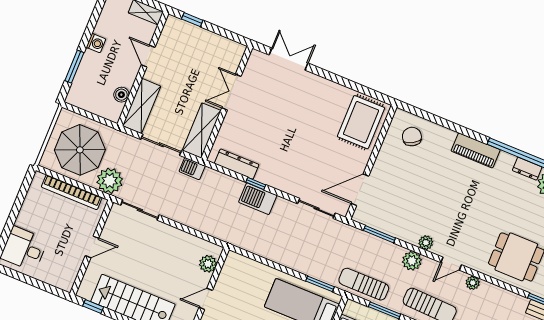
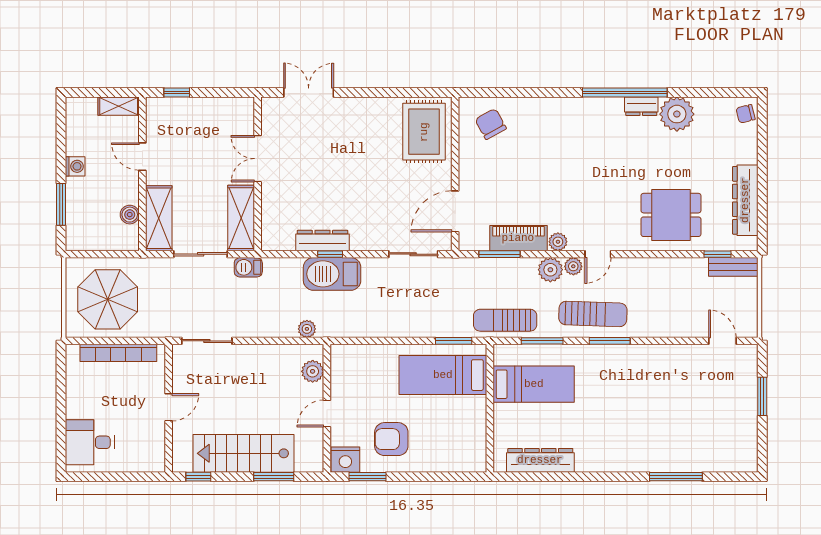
piano: (476, 150) -> (518, 238), moved, turned 180
dresser: (237, 164) -> (322, 241), moved
plant: (110, 181) -> (307, 329), moved, width x0.53, depth x0.53
barbecue: (258, 199) -> (332, 274), width x1.37, depth x1.21
plant: (473, 283) -> (573, 266), moved

